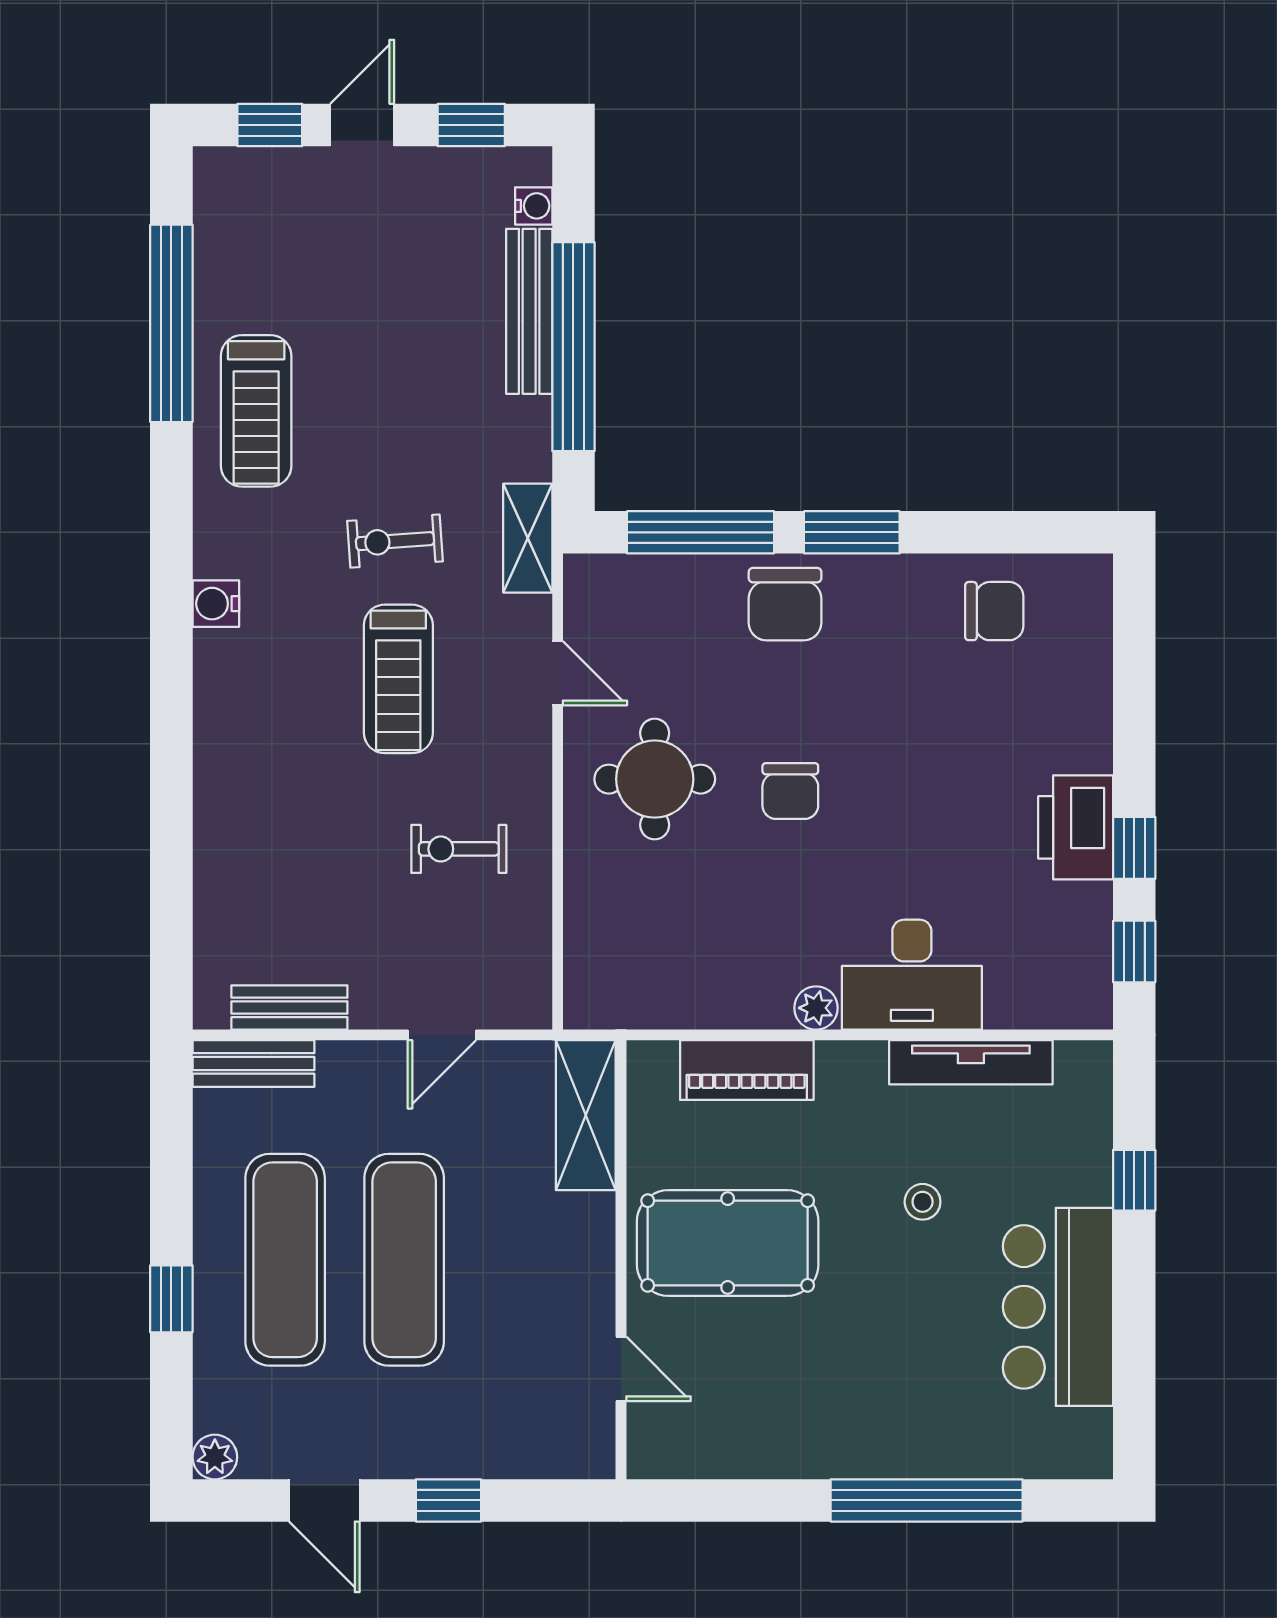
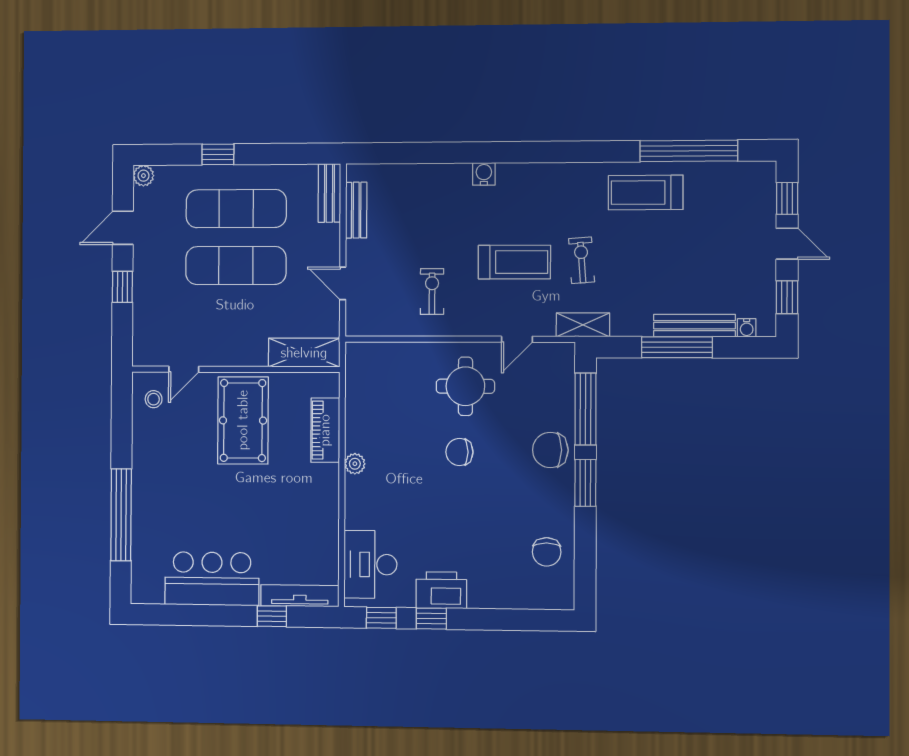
window: (573, 347) -> (677, 347), width x0.68
water cooler: (216, 604) -> (484, 174), moved
treadmill: (398, 679) -> (514, 262), turned 180
desk: (912, 975) -> (370, 564), moved
tv unit: (971, 1062) -> (300, 596), moved, turned 90
stool: (923, 1202) -> (154, 399), moved

